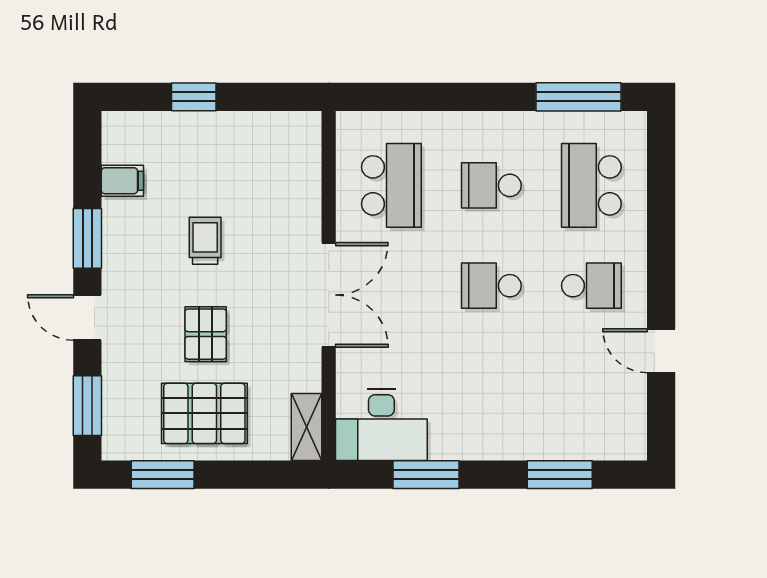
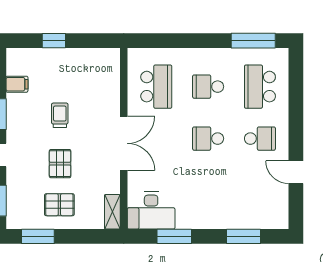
pallet: (204, 413) -> (59, 205), width x0.67, depth x0.71

